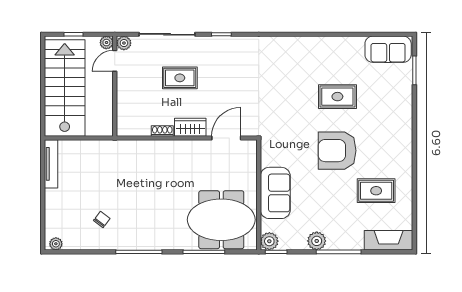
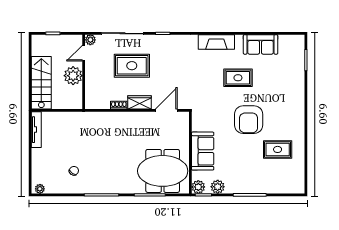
plant: (106, 43) -> (73, 76), moved, width x1.88, depth x1.88
sofa: (388, 49) -> (261, 44), moved
rug: (180, 78) -> (132, 66), width x1.36, depth x1.43
stairs: (65, 88) -> (41, 83), width x0.73, depth x0.66
rug: (337, 97) -> (238, 78), moved
armchair: (337, 151) -> (249, 120), turned -90
fireplace: (389, 240) -> (216, 42), moved, turned 180
plant: (317, 241) -> (218, 187), moved

